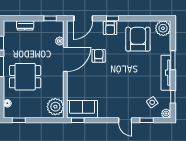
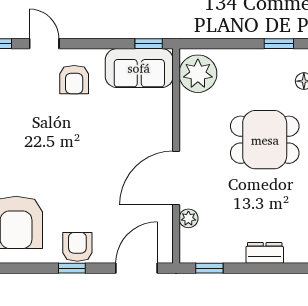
armchair: (99, 56) -> (74, 80), moved

